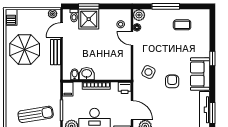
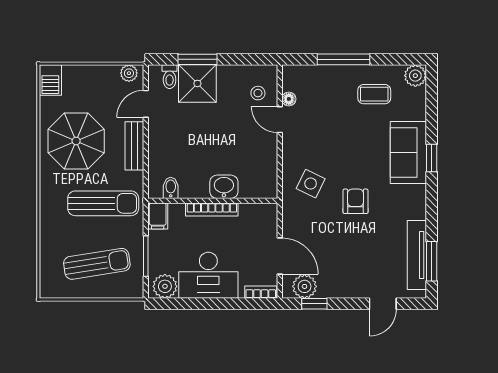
plant: (139, 15) -> (415, 76), moved
washbasin: (87, 74) -> (224, 187), moved
sofa: (200, 74) -> (408, 153), moved
sun lounger: (39, 82) -> (103, 203), added
printer: (125, 88) -> (266, 214), removed

